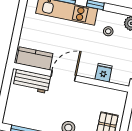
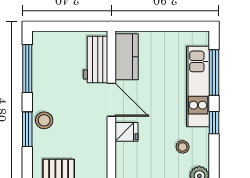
fridge: (104, 73) -> (126, 132), moved

